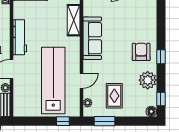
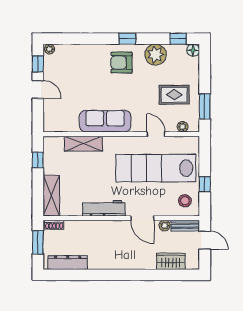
stool: (26, 105) -> (185, 201), added
window: (63, 121) -> (205, 184), moved

